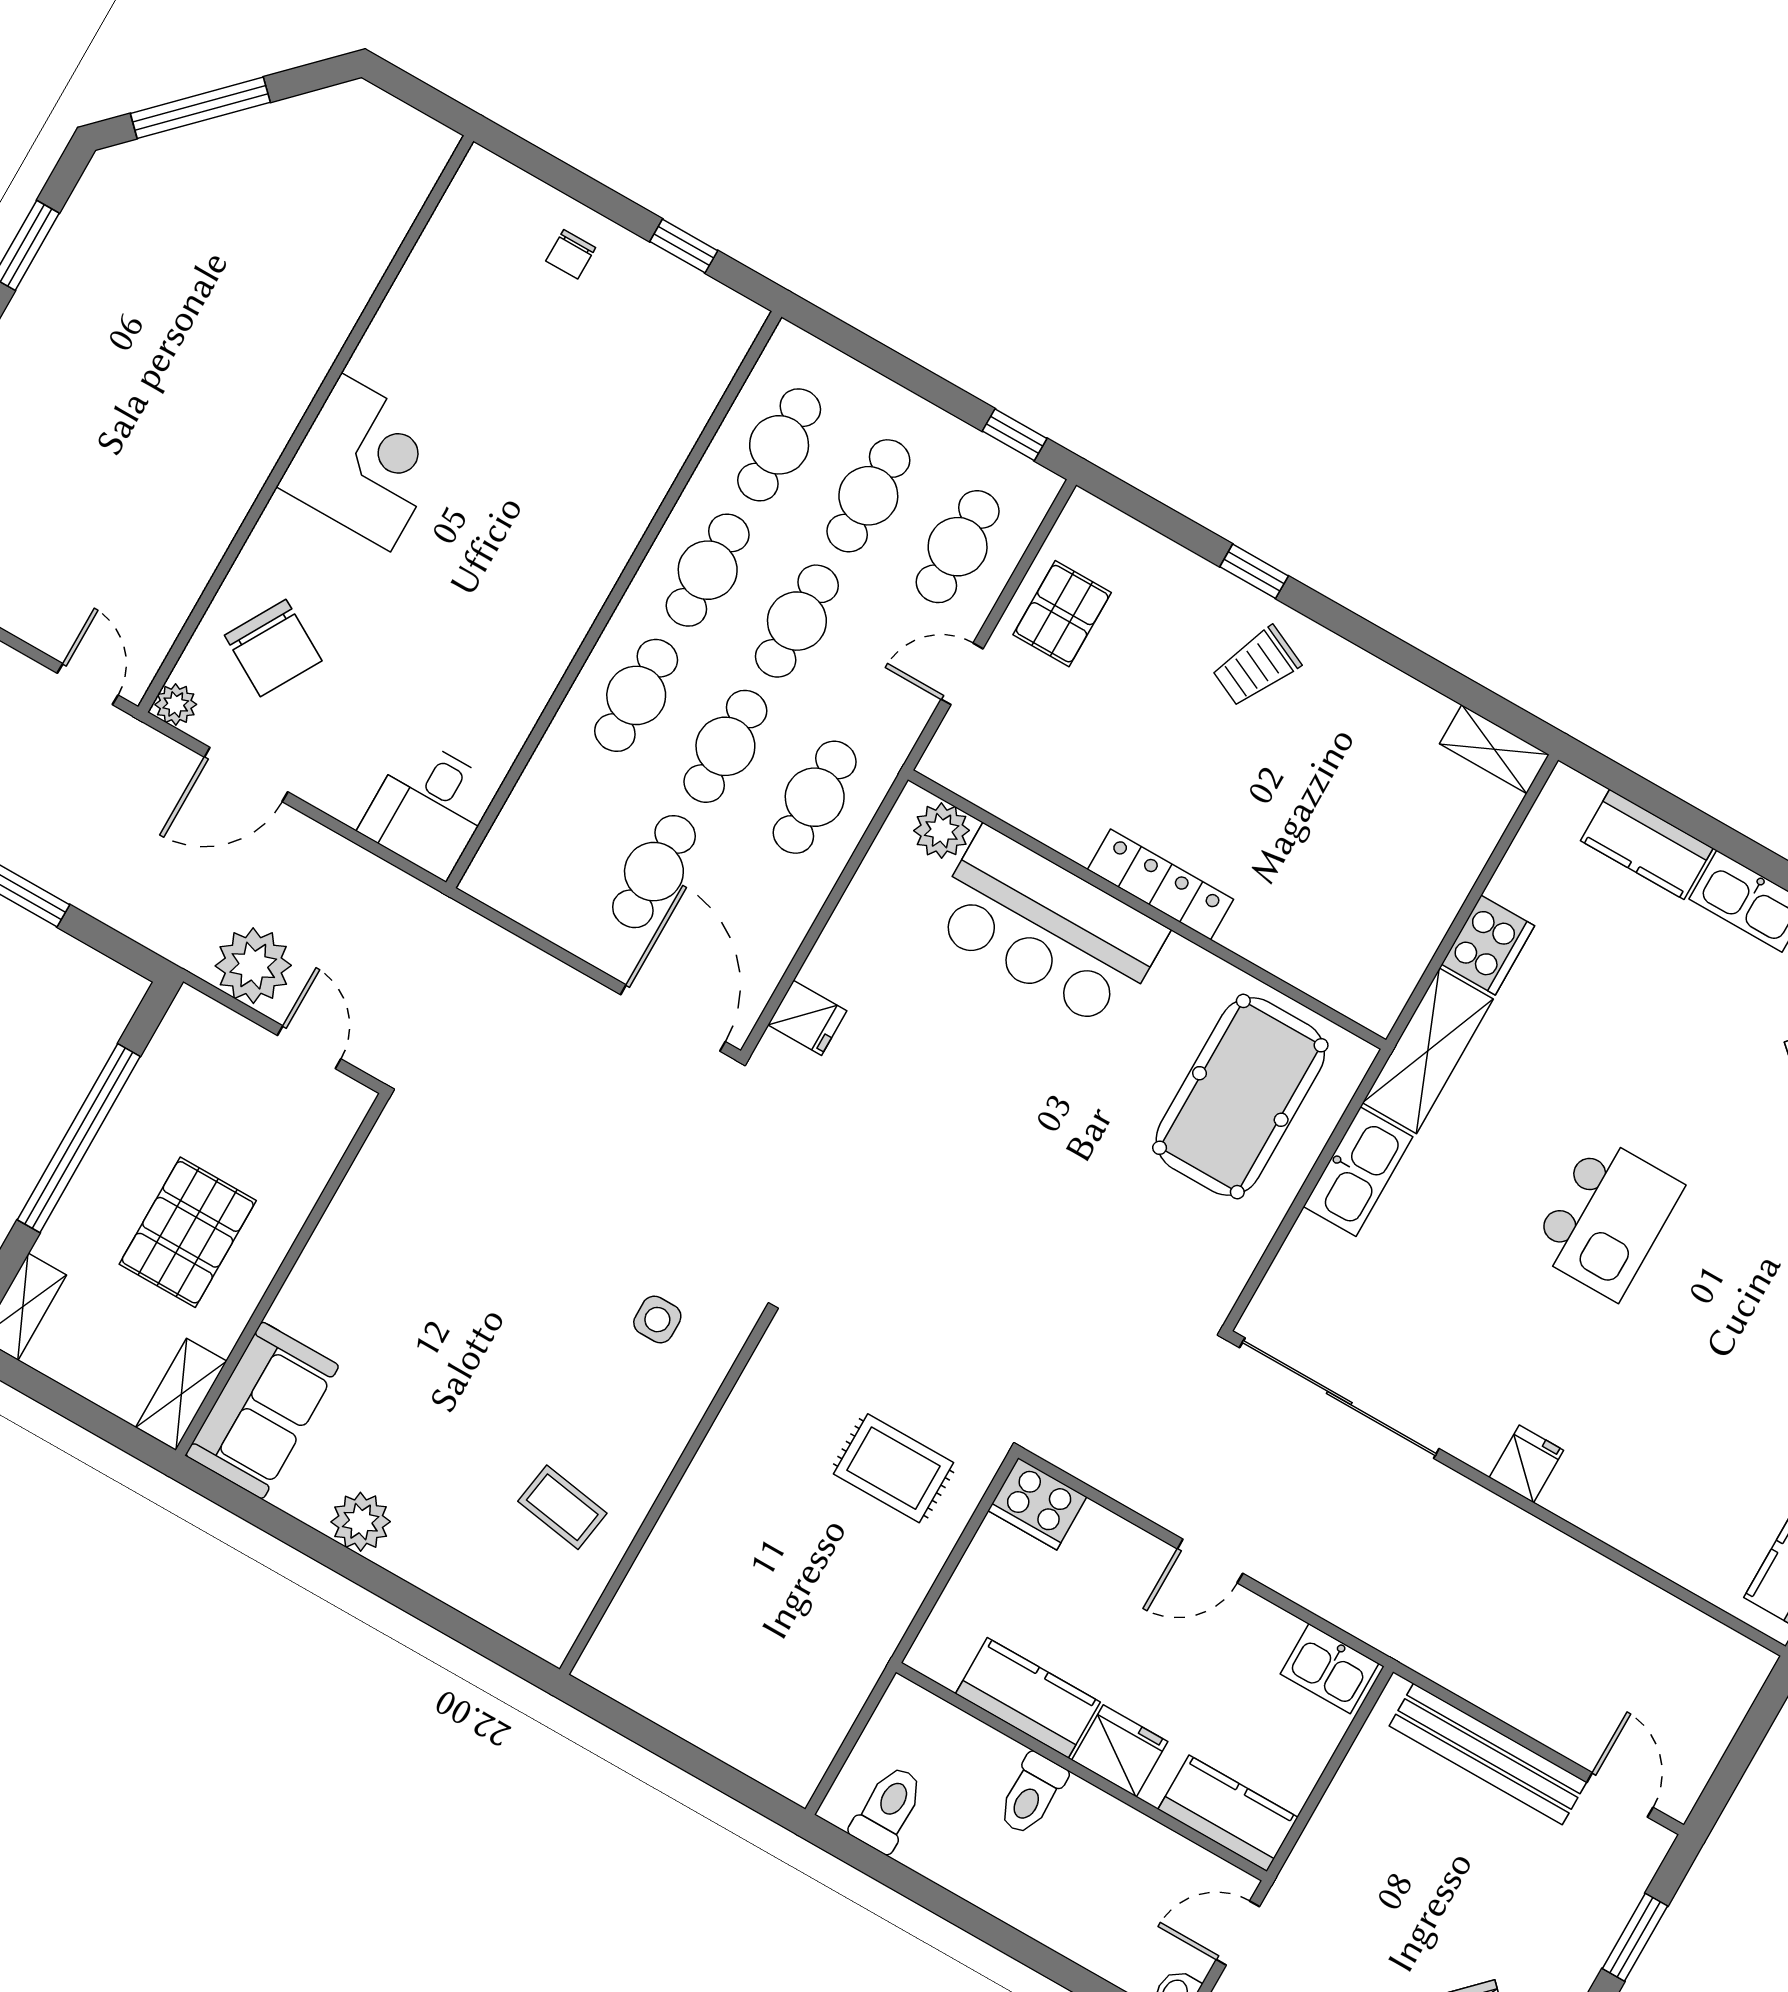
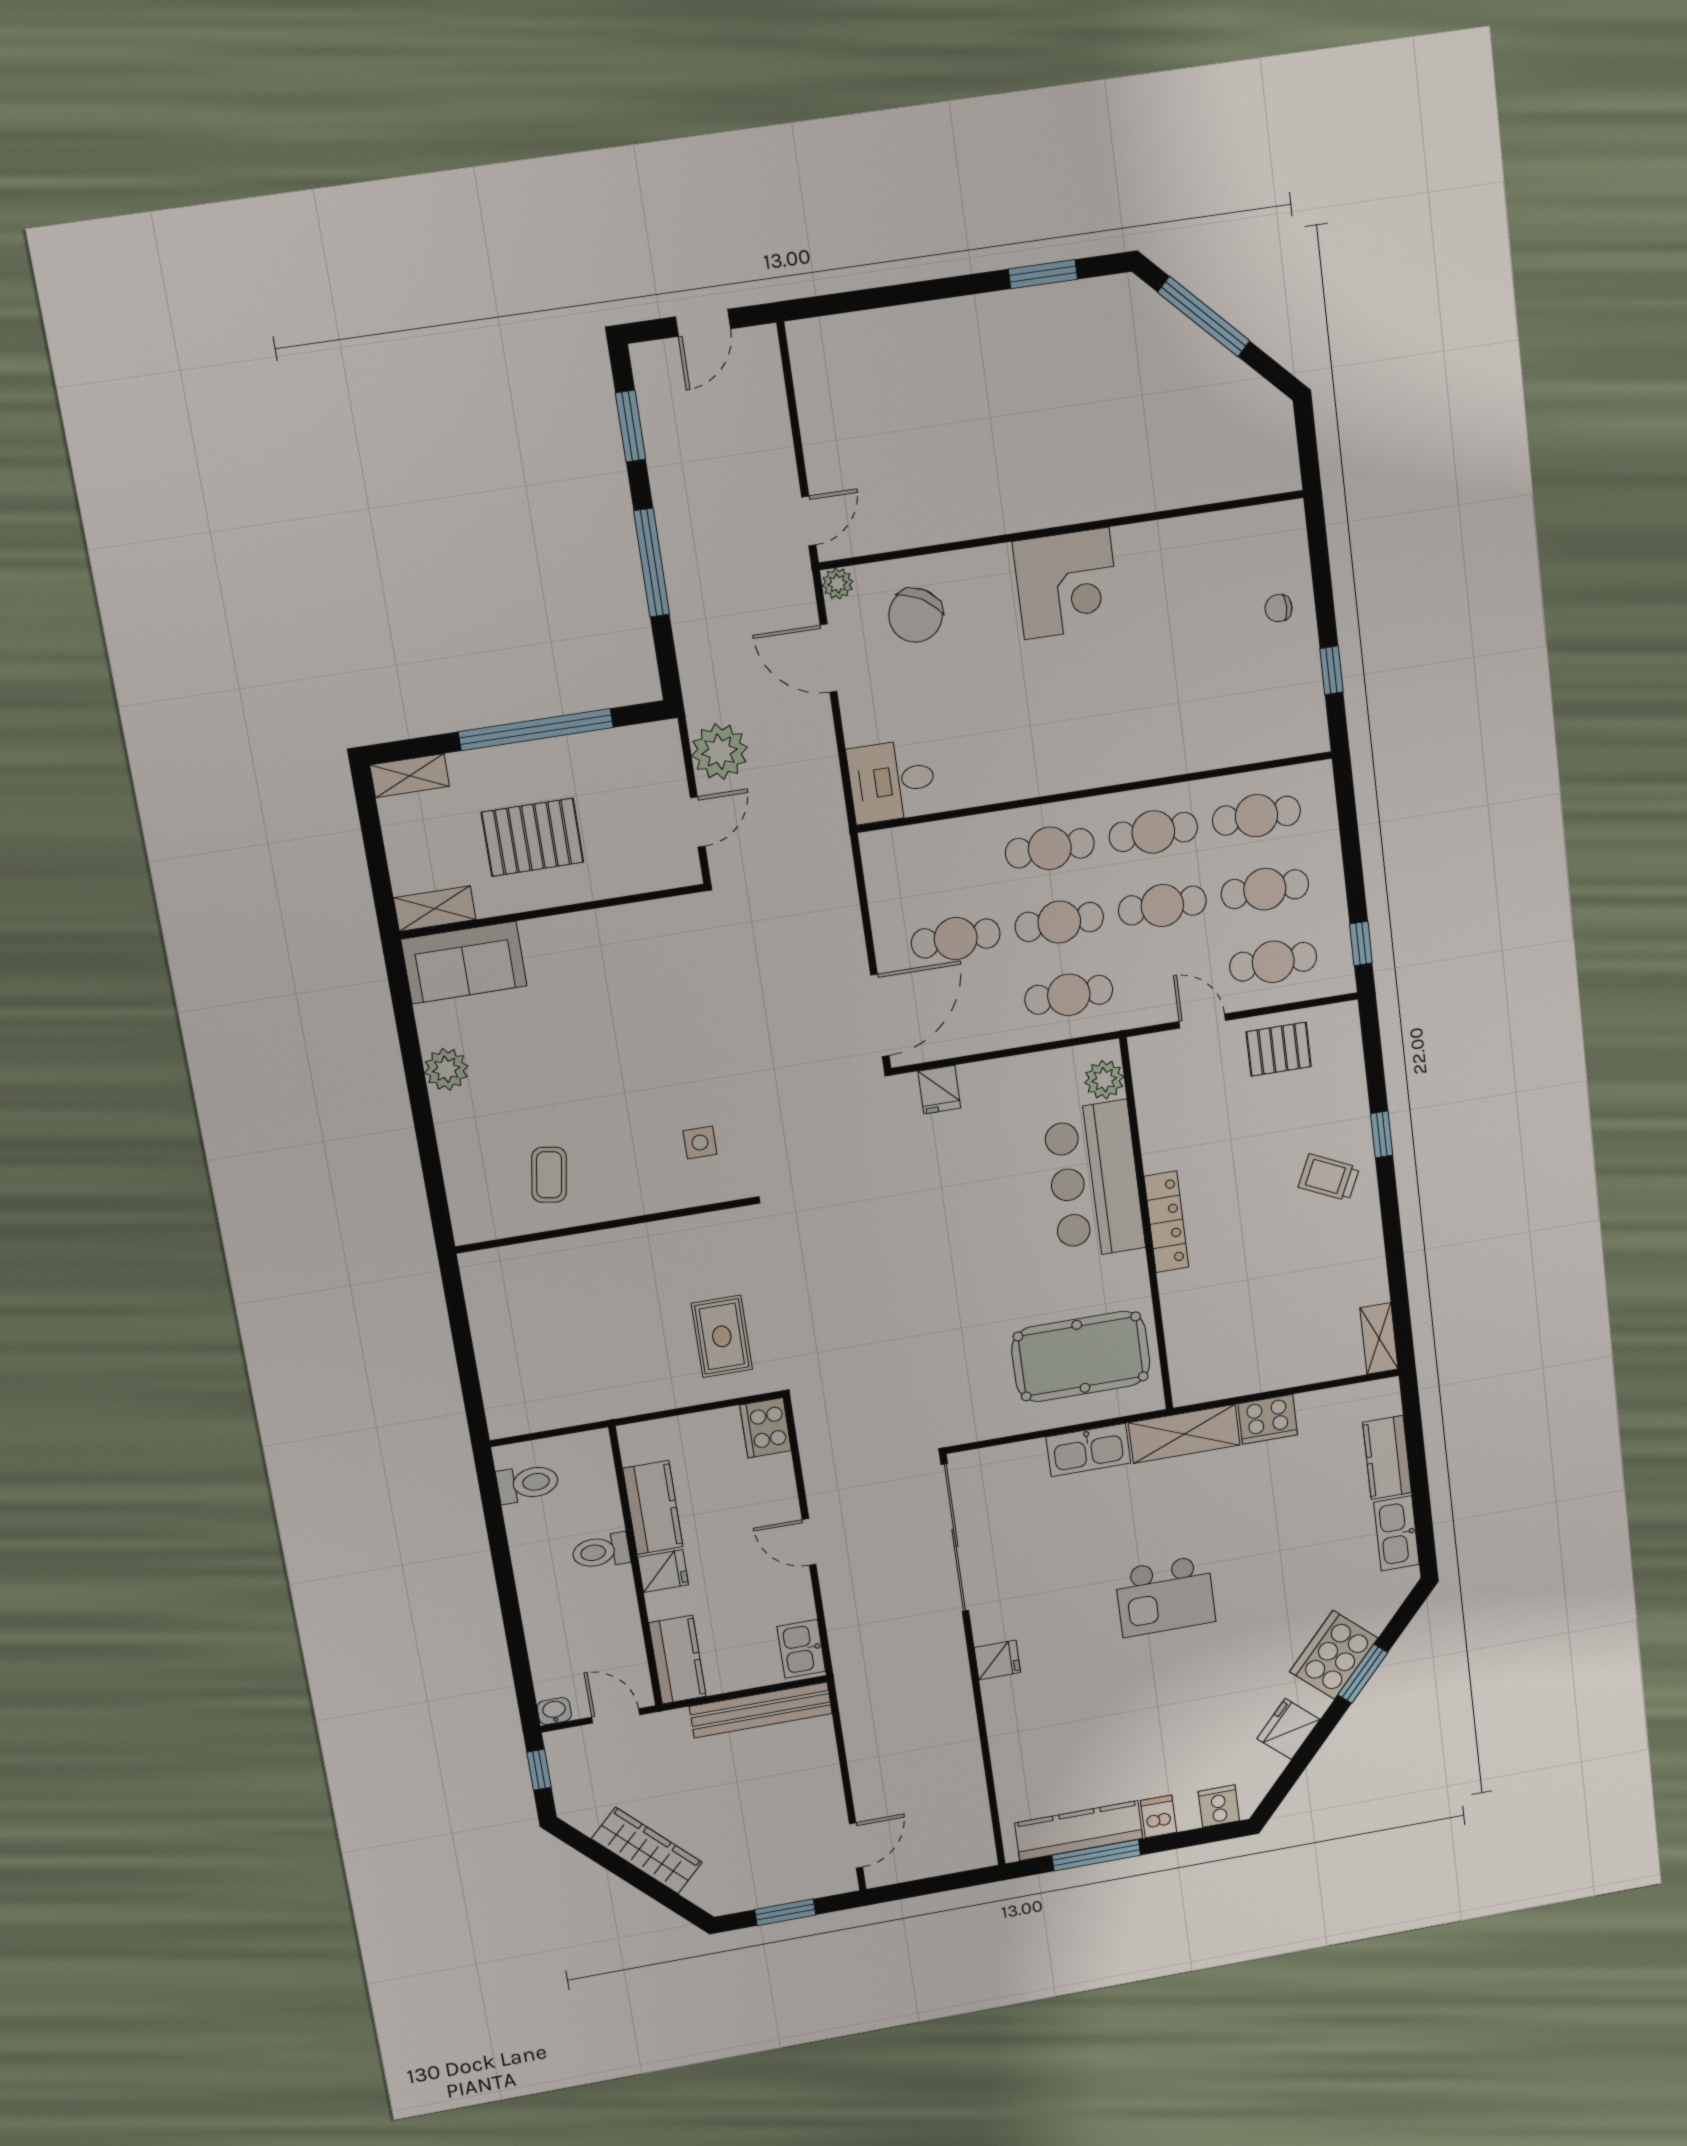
fridge: (1120, 1751) -> (663, 1571), width x0.72
bench: (1488, 1754) -> (761, 1710), moved, turned 90

